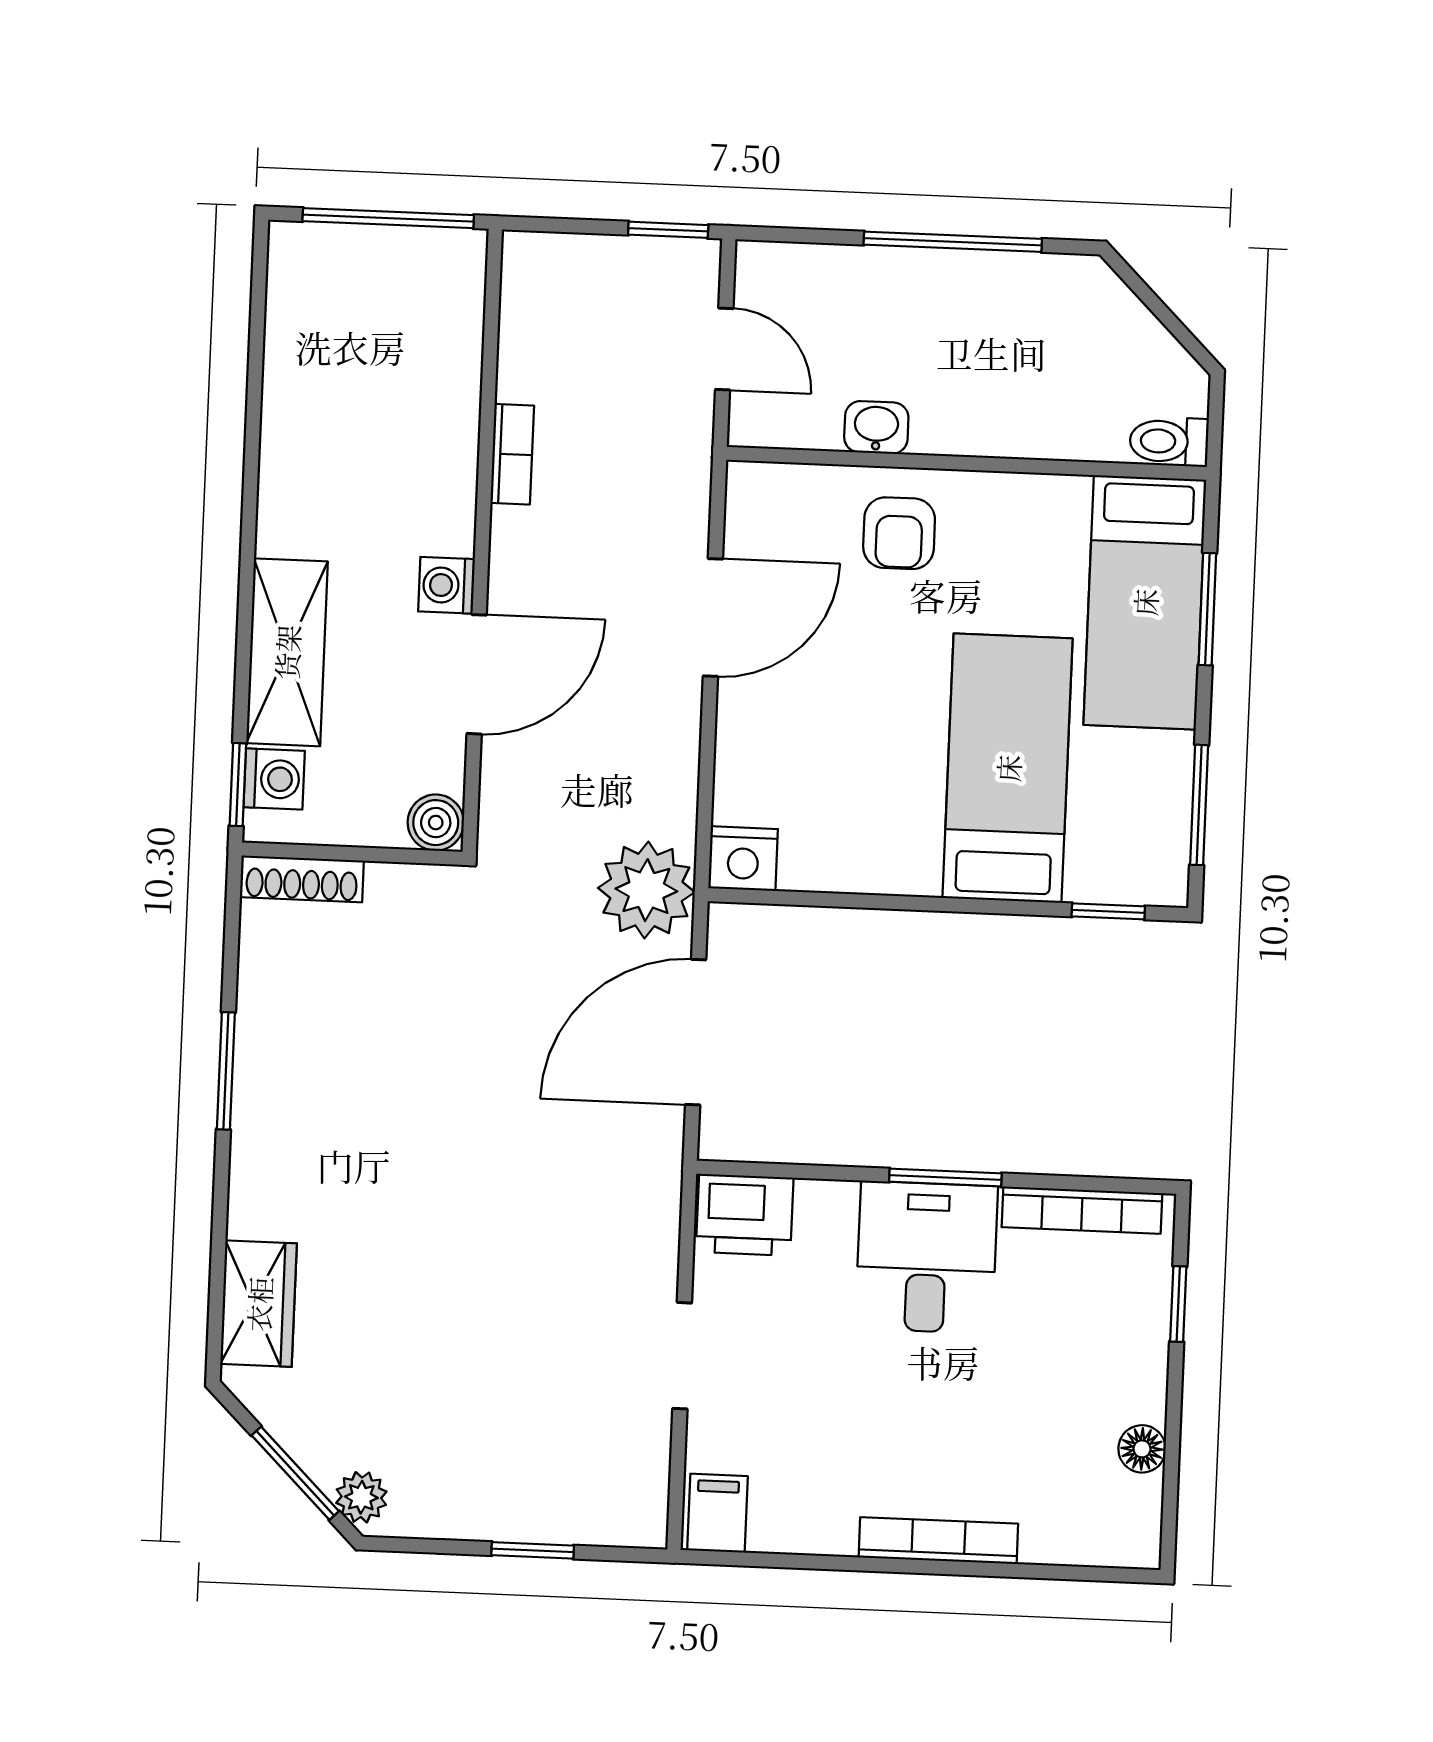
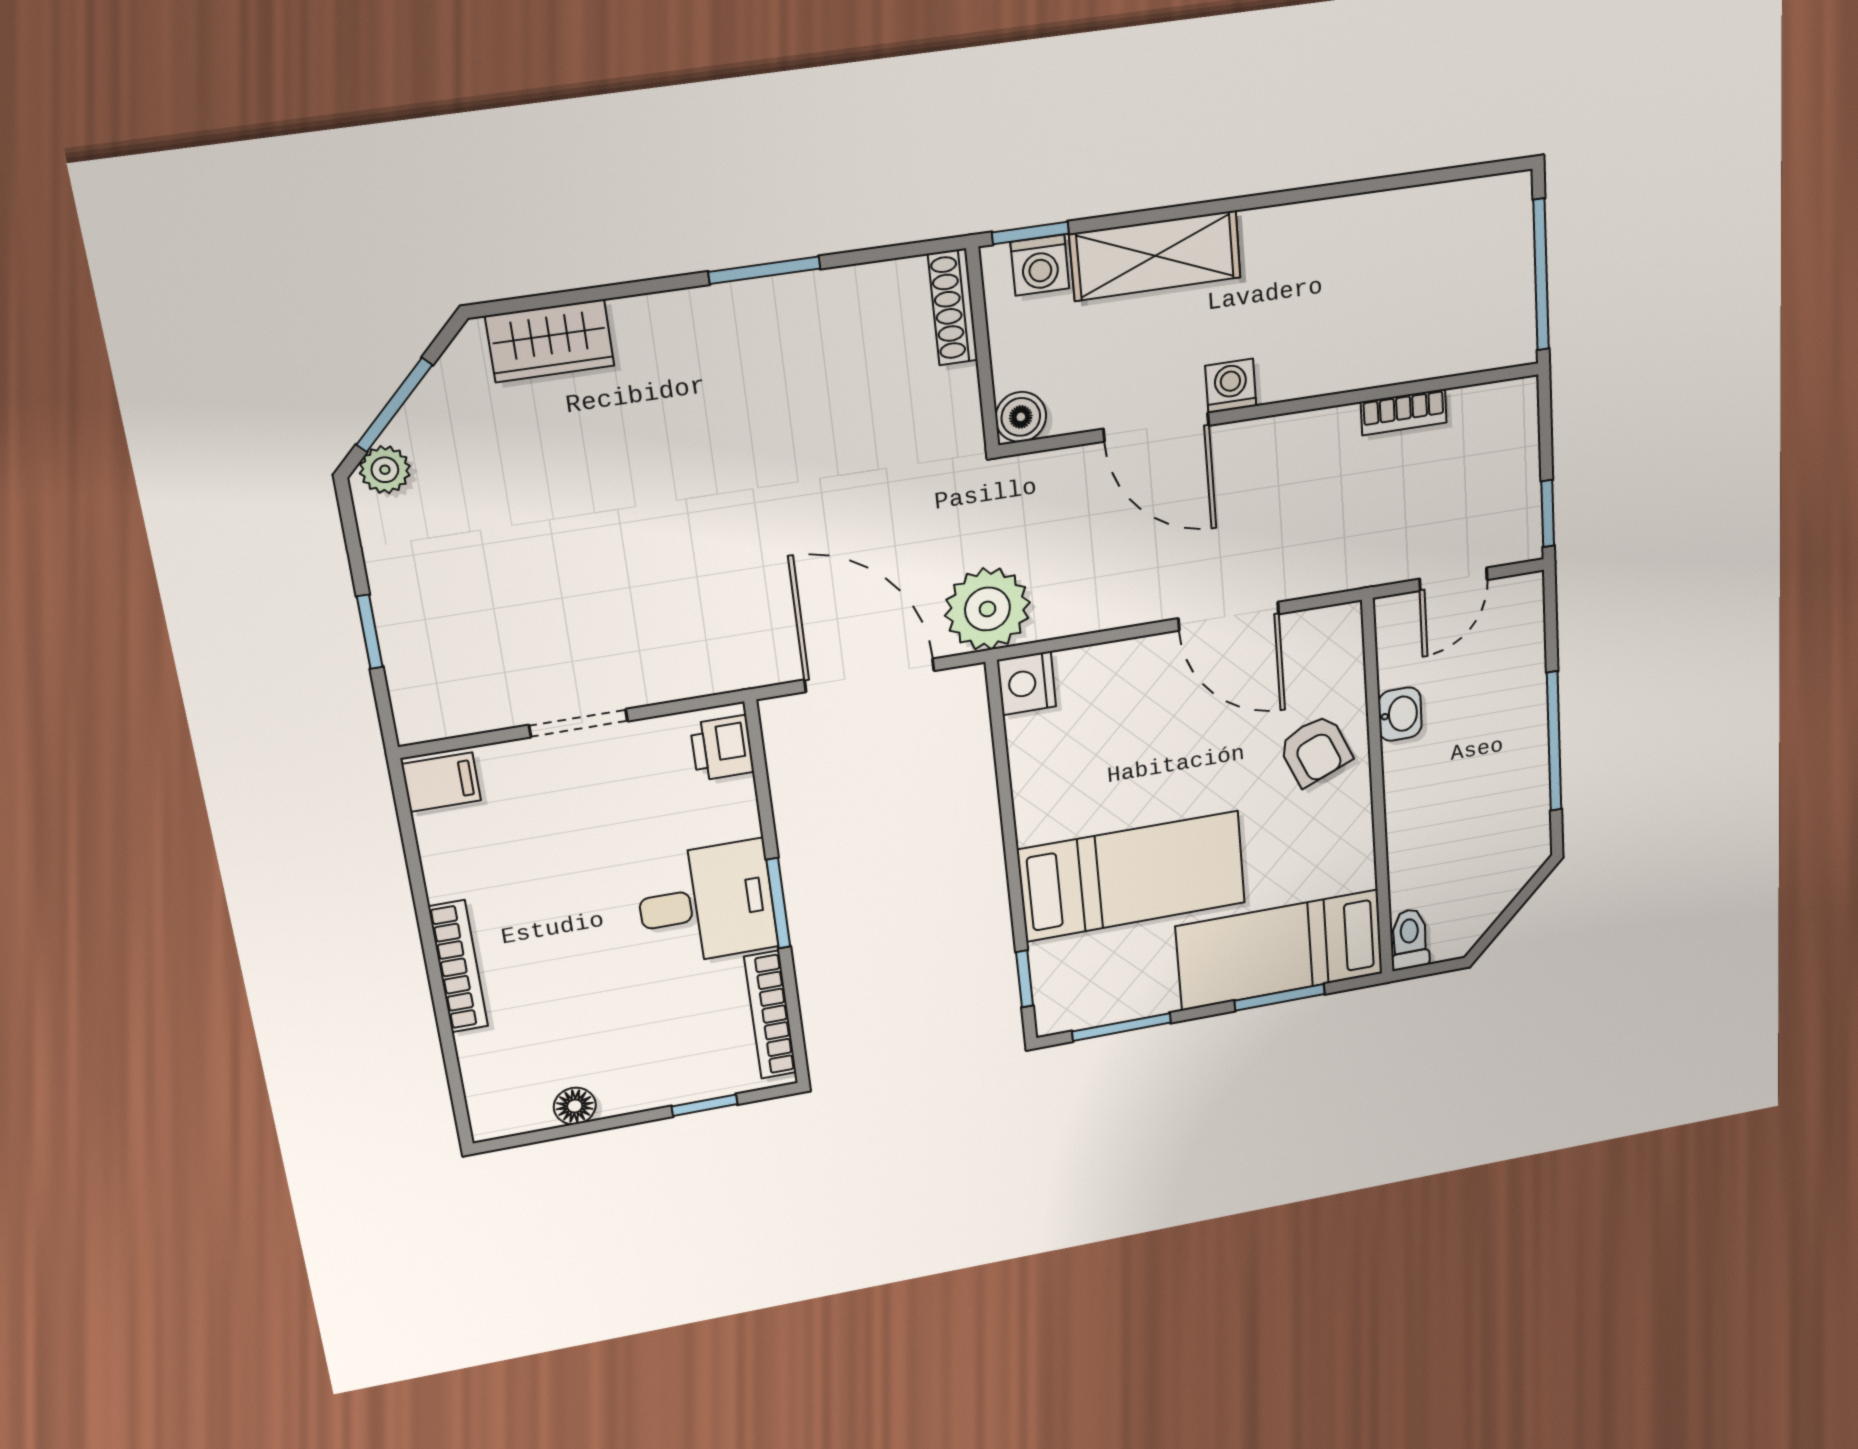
bookcase: (512, 454) -> (1404, 412), moved
armchair: (899, 533) -> (1315, 750), turned -113
printer: (745, 1215) -> (722, 748), width x0.73, depth x0.81

